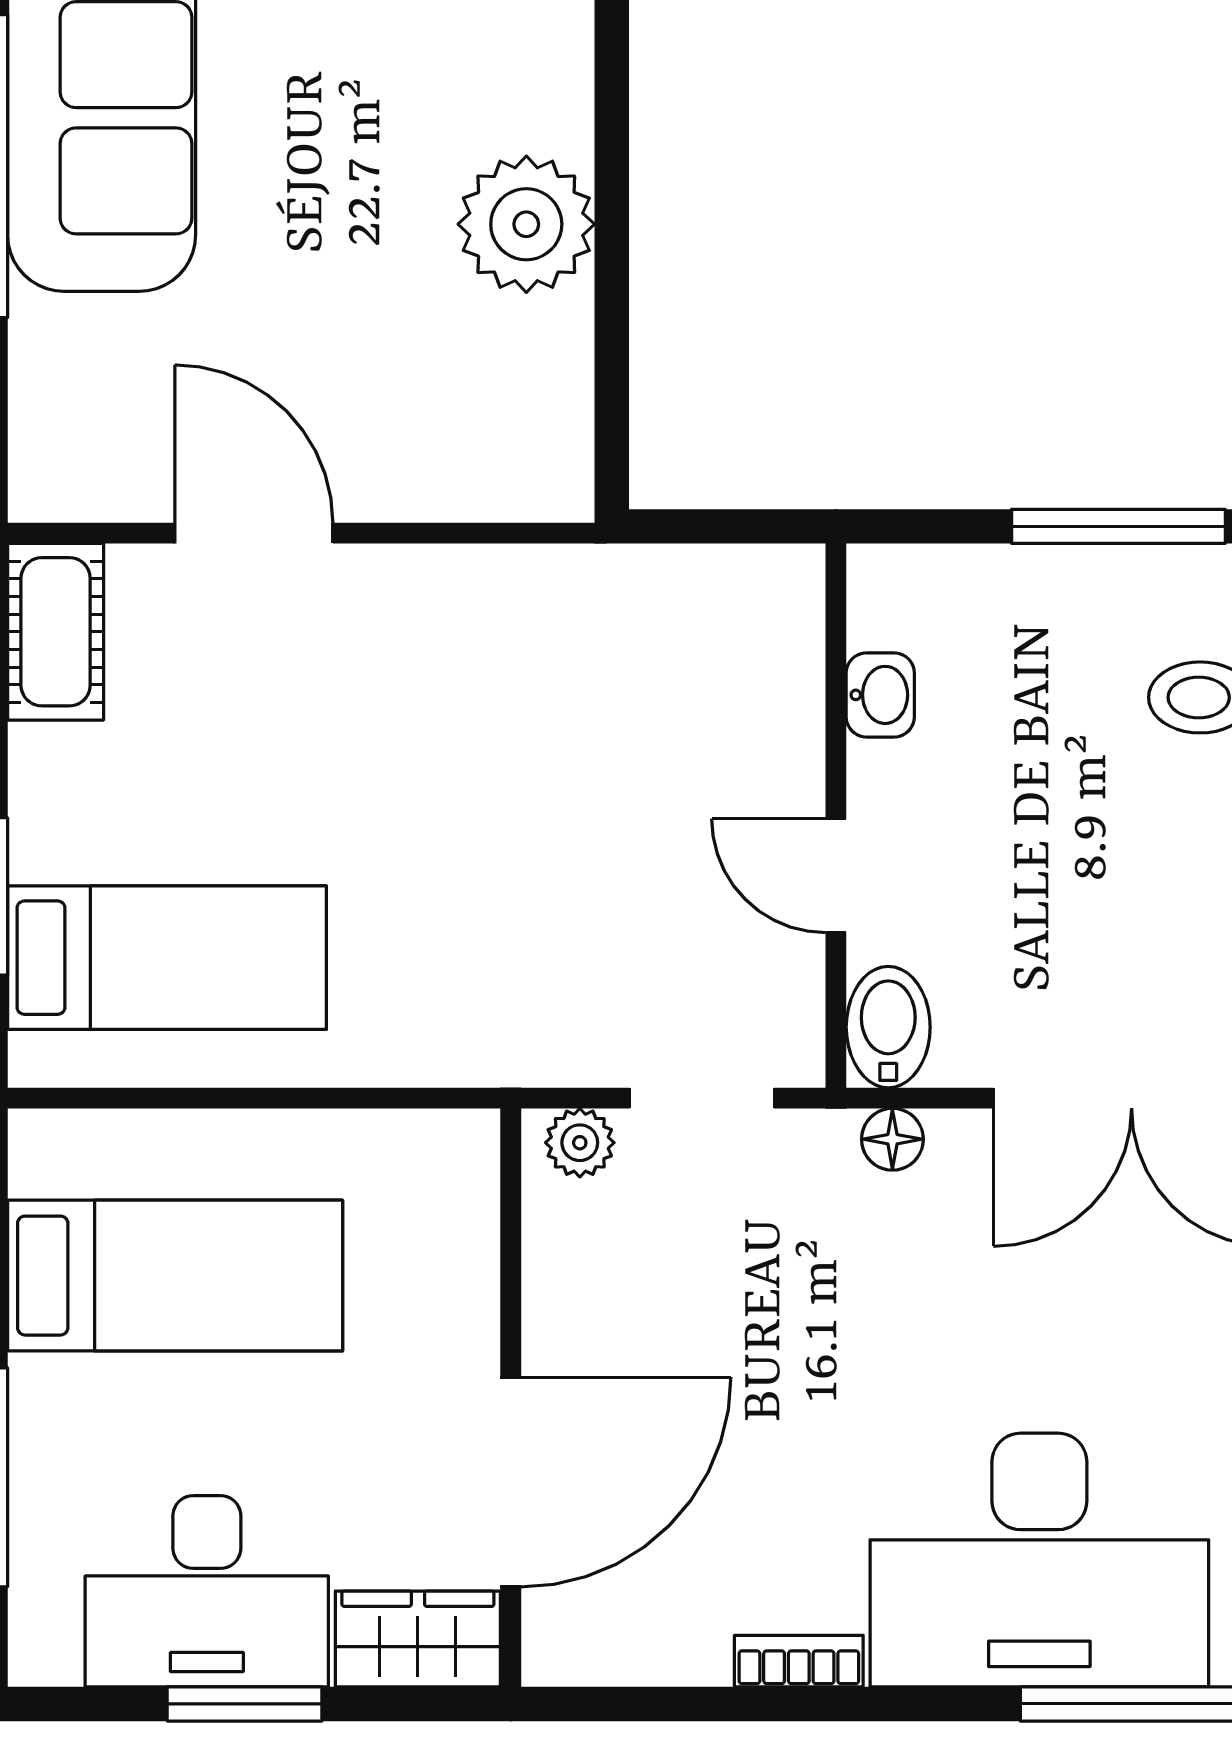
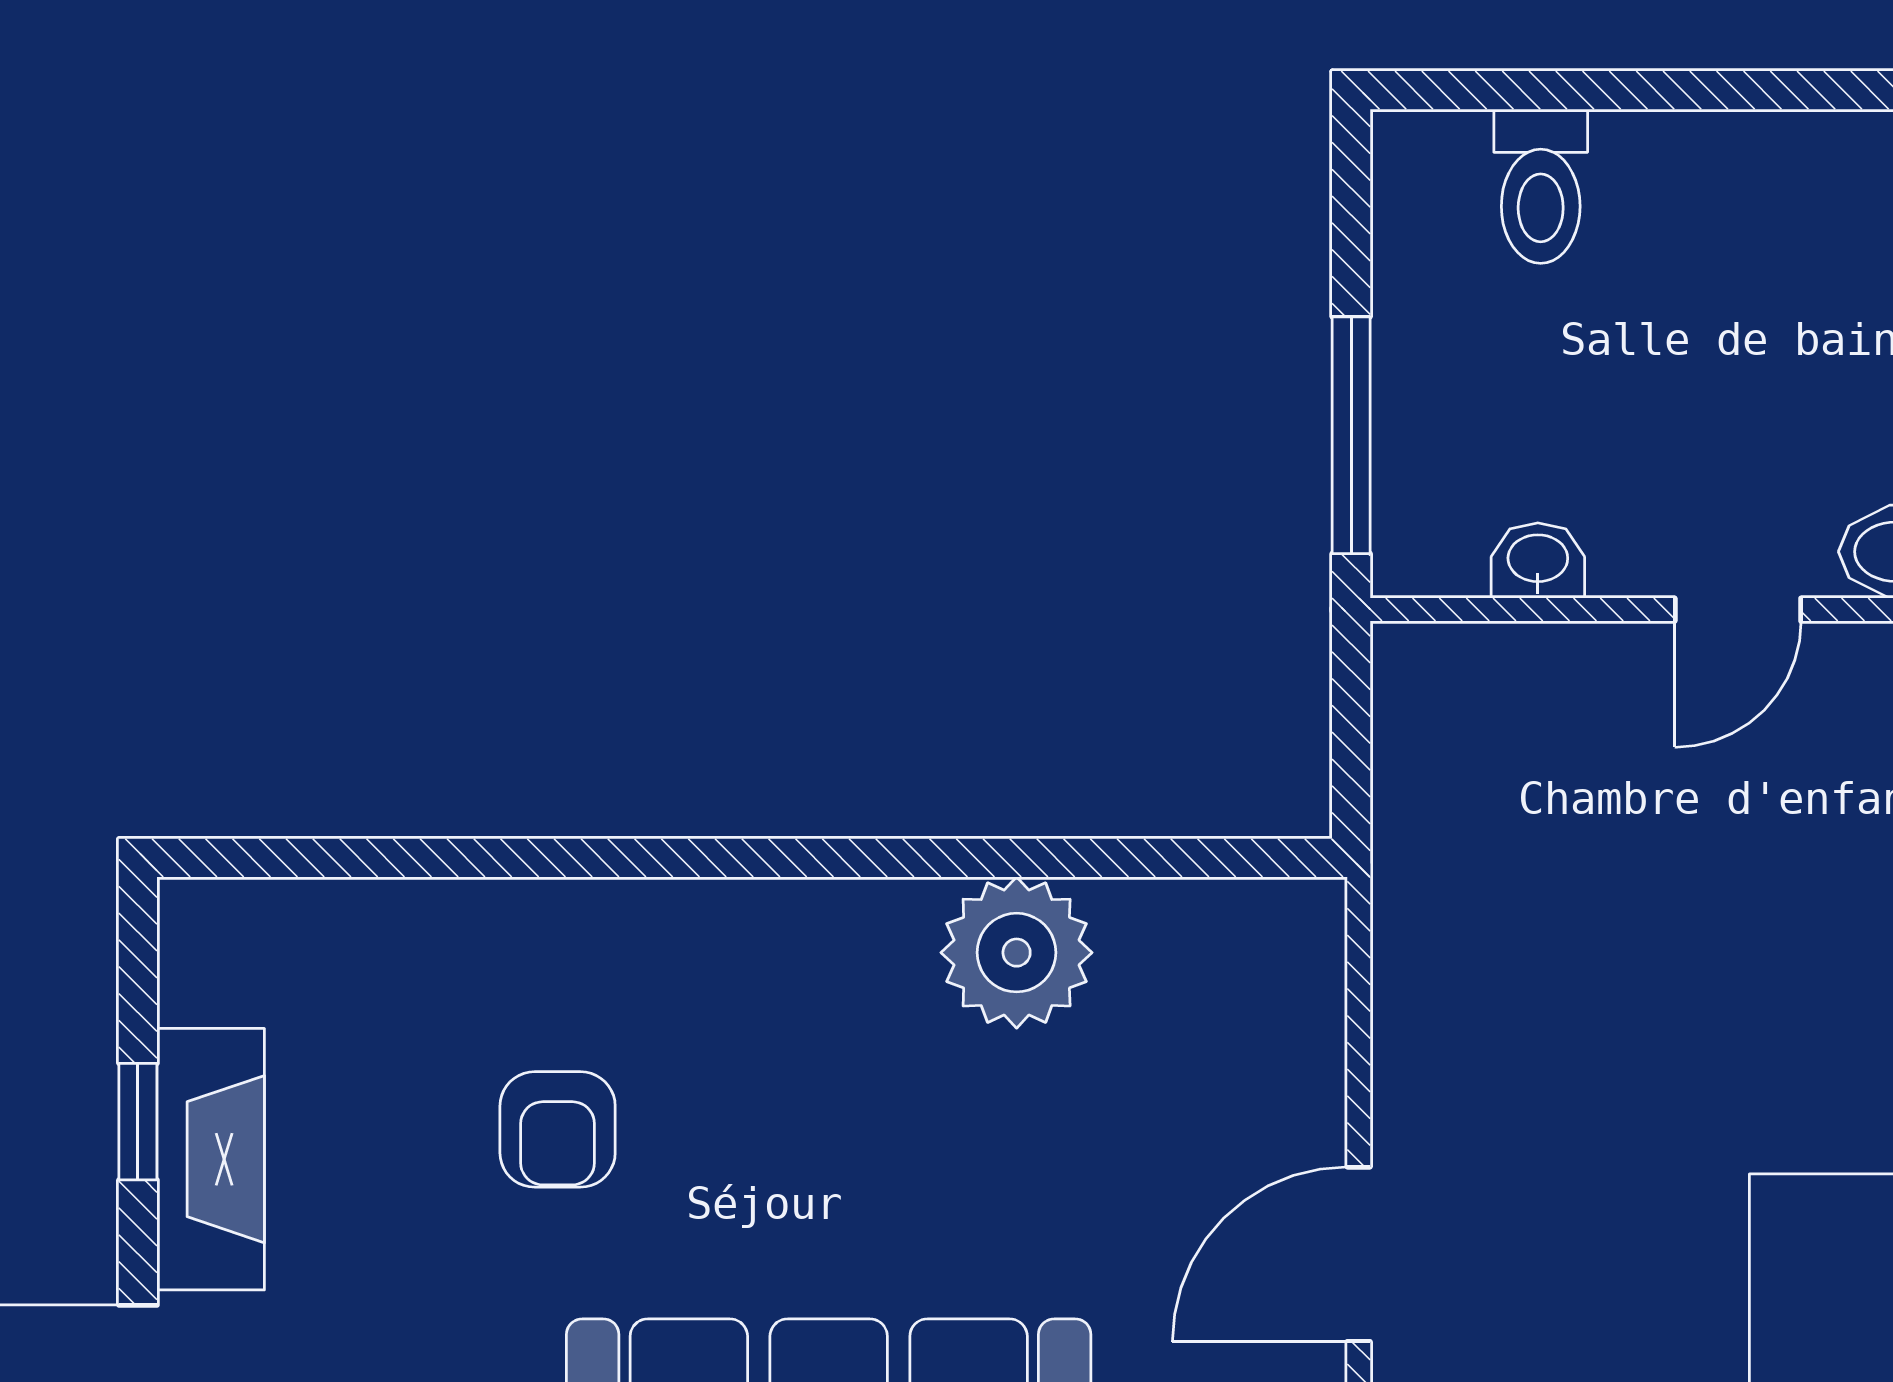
window: (1118, 526) -> (1351, 435), moved

